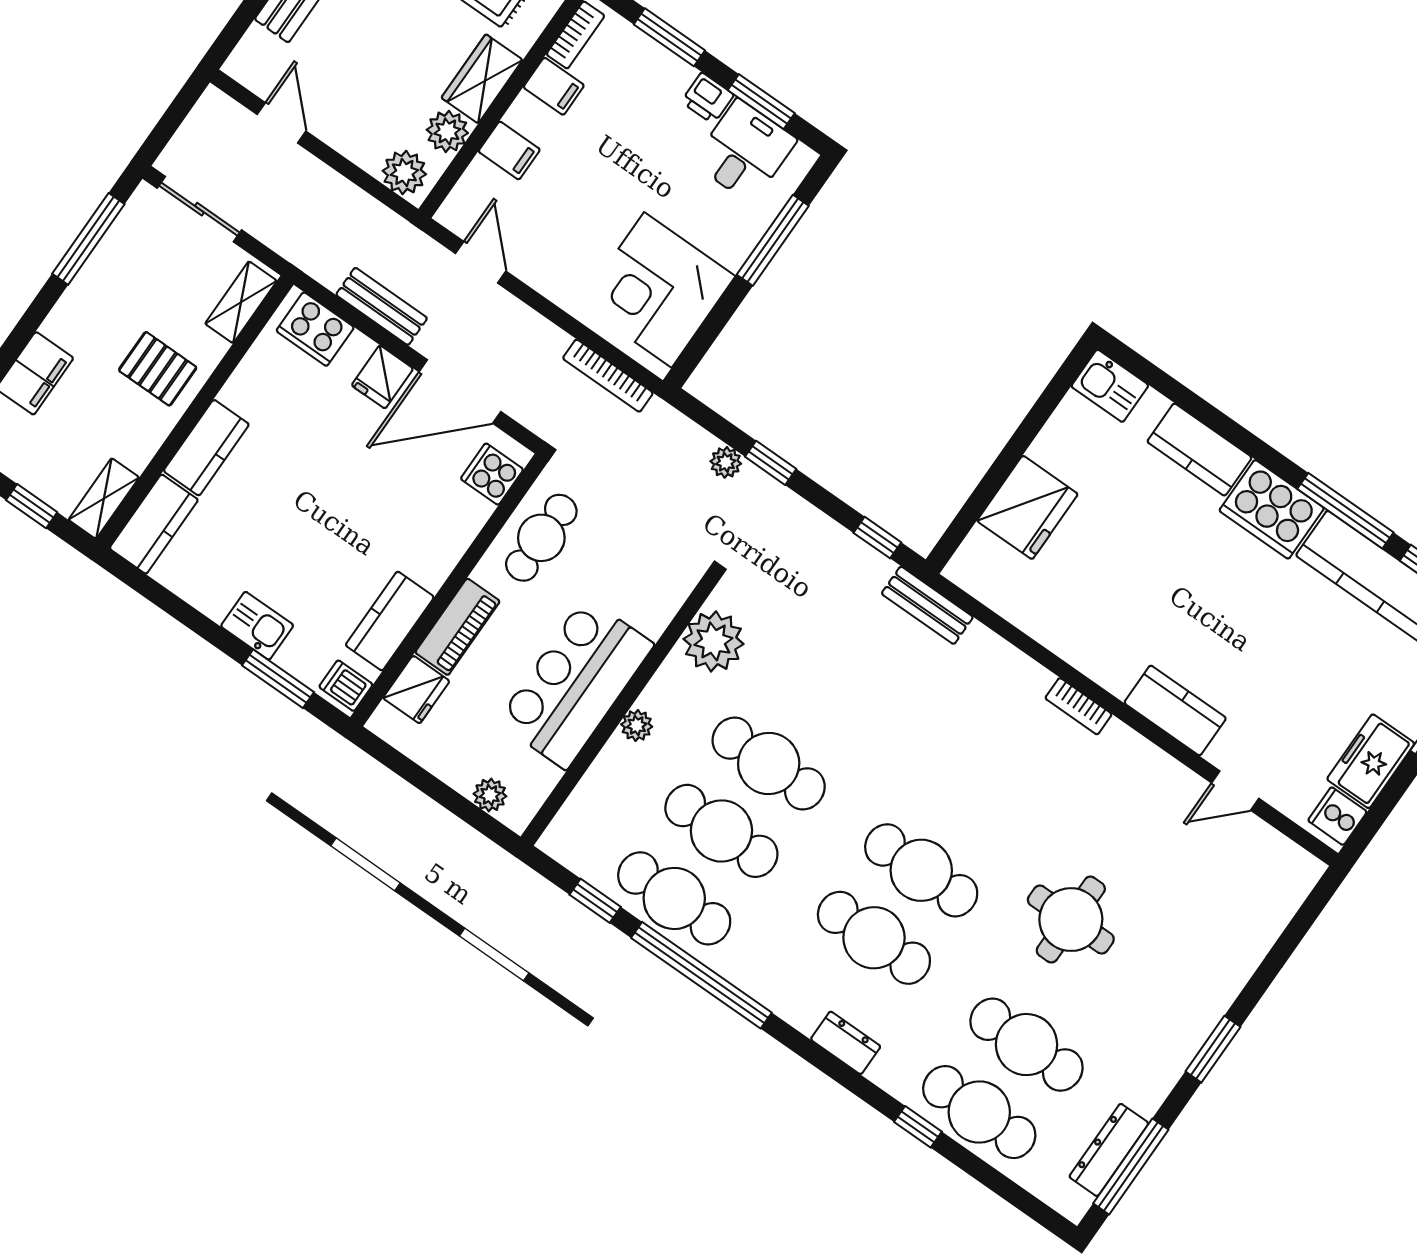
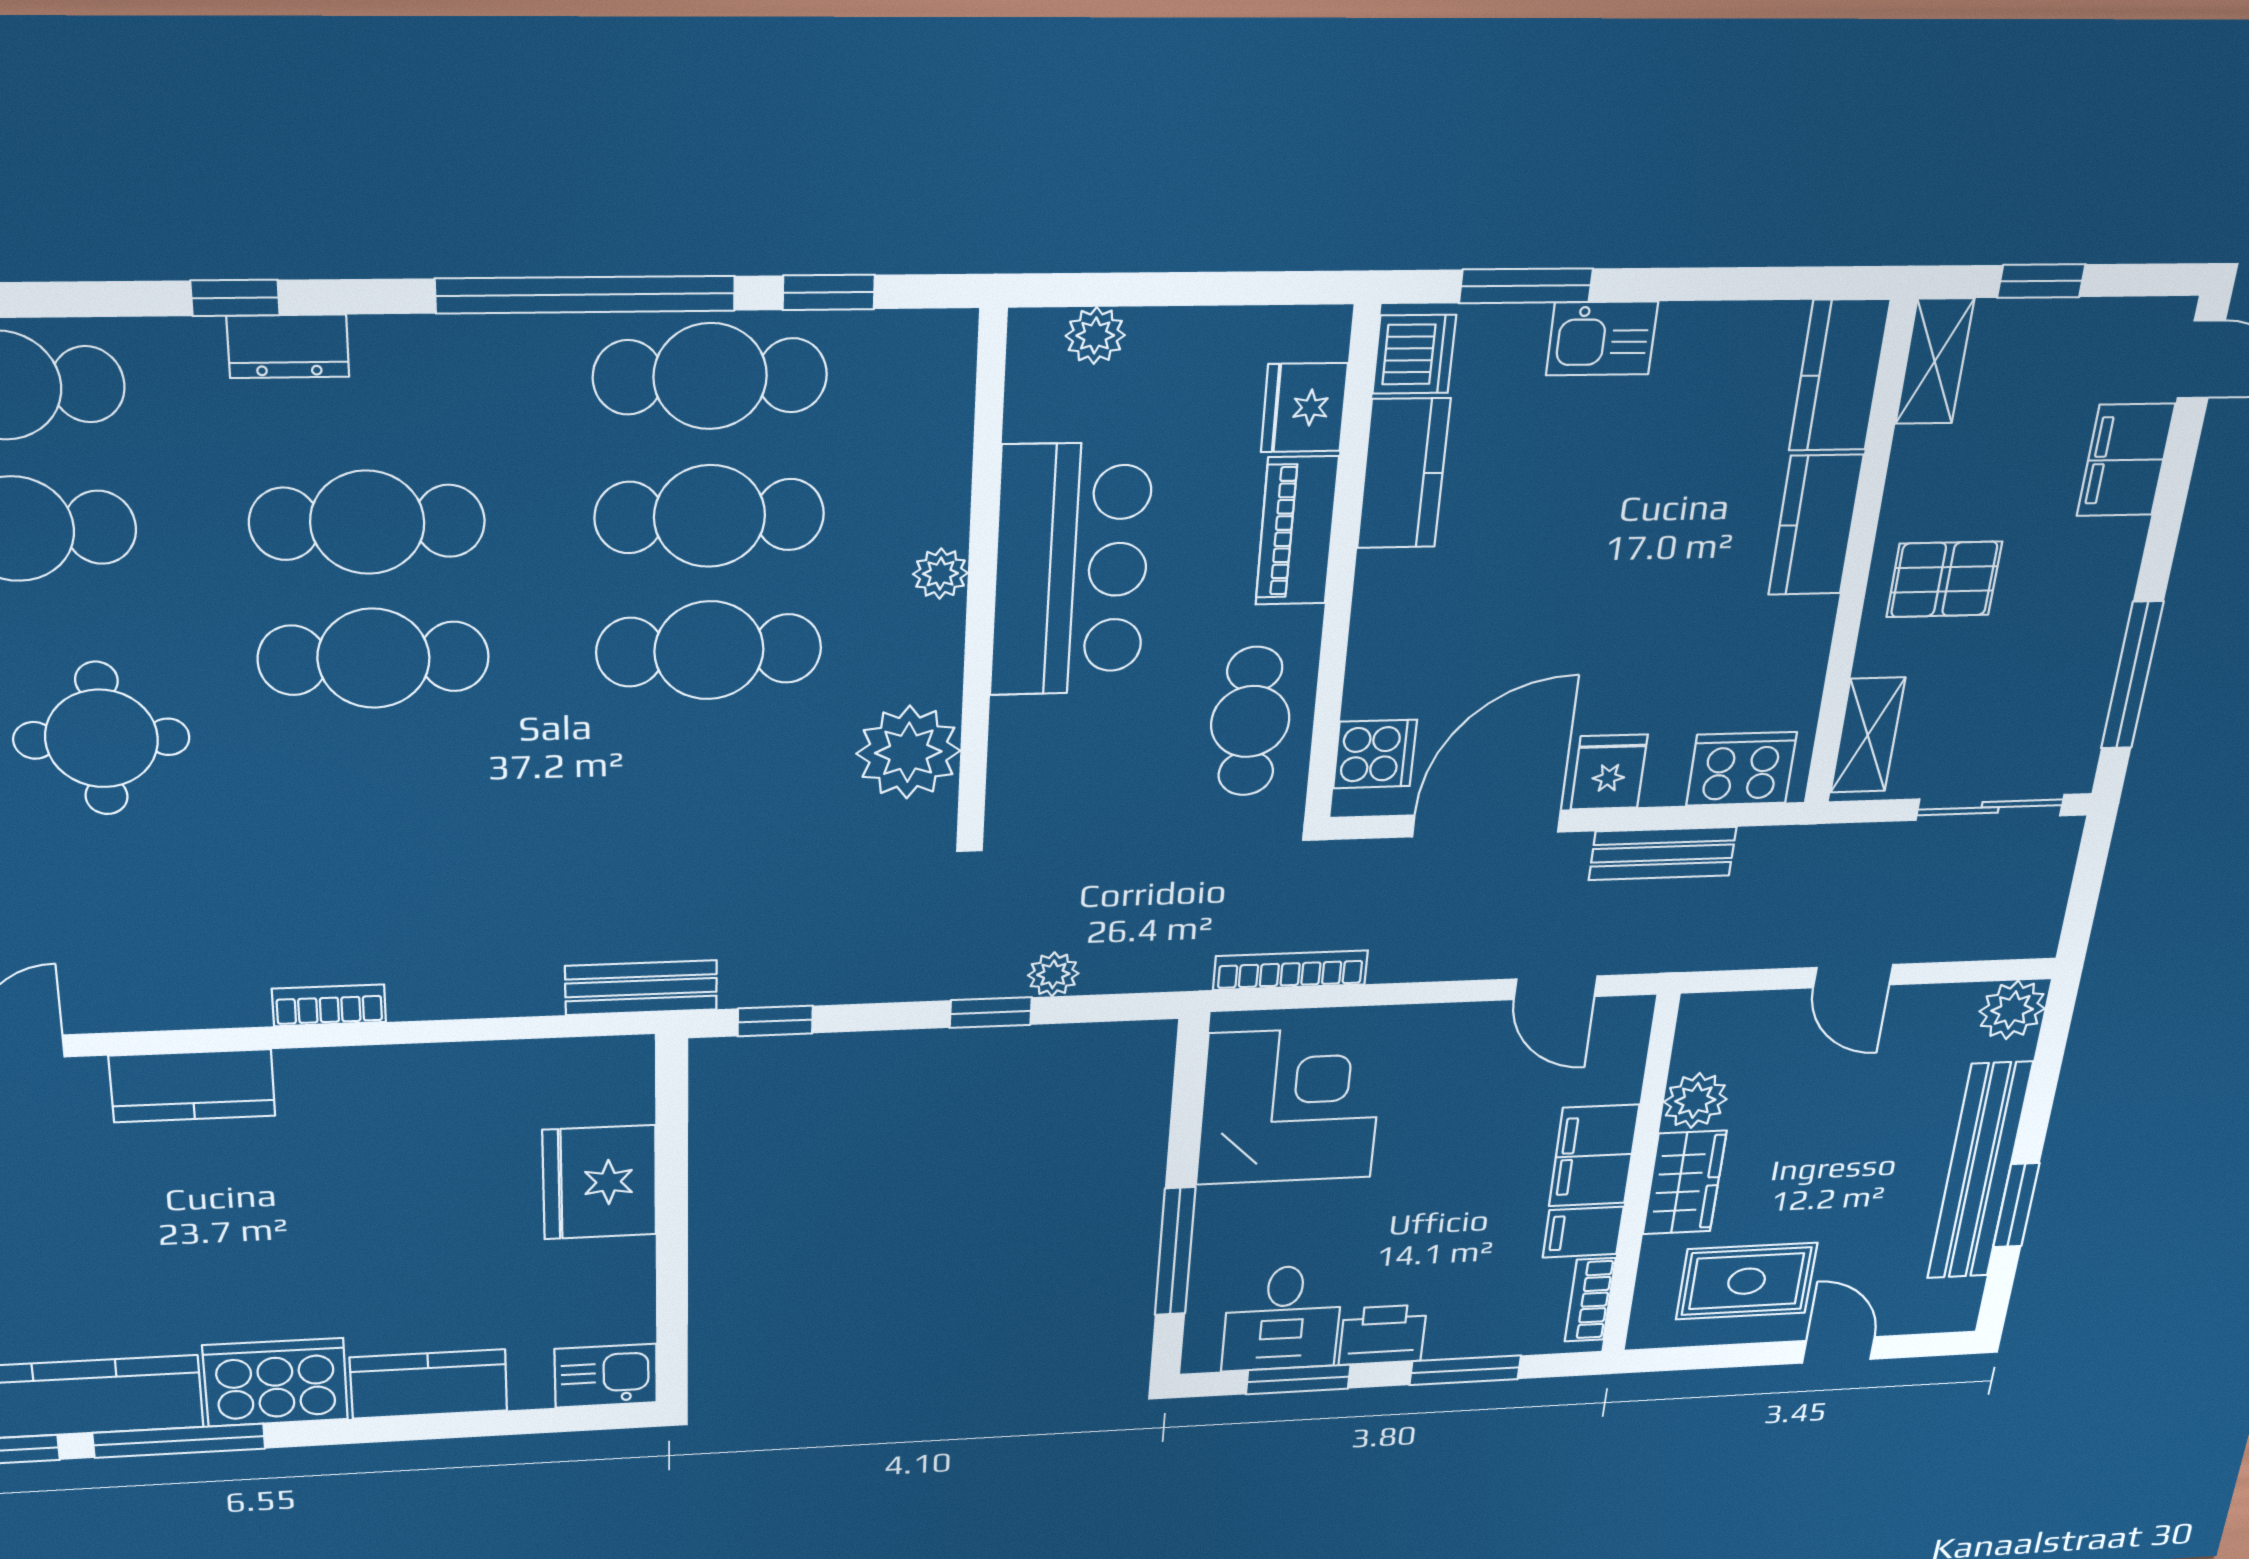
printer: (707, 98) -> (1383, 1335), width x1.36, depth x1.24
door: (282, 123) -> (1853, 976), moved
filing cabinet: (509, 150) -> (1594, 1156), width x2.00
plant: (404, 172) -> (2012, 1010), moved
dishwasher: (346, 686) -> (1414, 354), width x1.38
window: (918, 1127) -> (235, 298), moved

